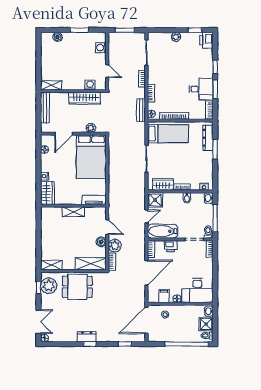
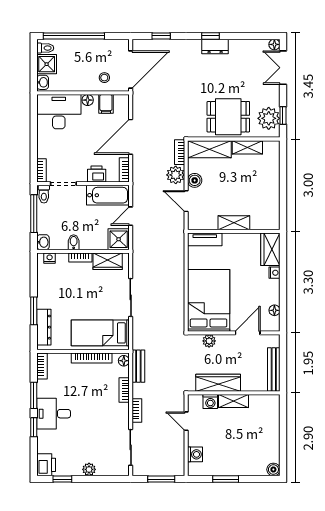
boiler: (58, 37) -> (273, 469), moved
shelving: (51, 85) -> (233, 401), moved
desk: (201, 89) -> (54, 414), moved
shelving: (51, 265) -> (247, 147), moved

